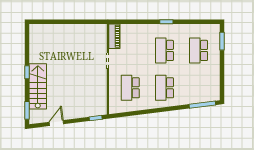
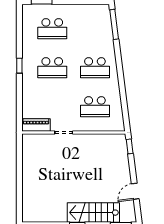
door: (56, 123) -> (135, 191), hinge flipped

